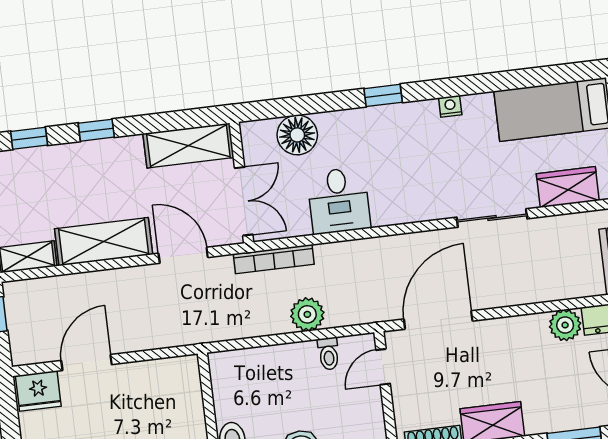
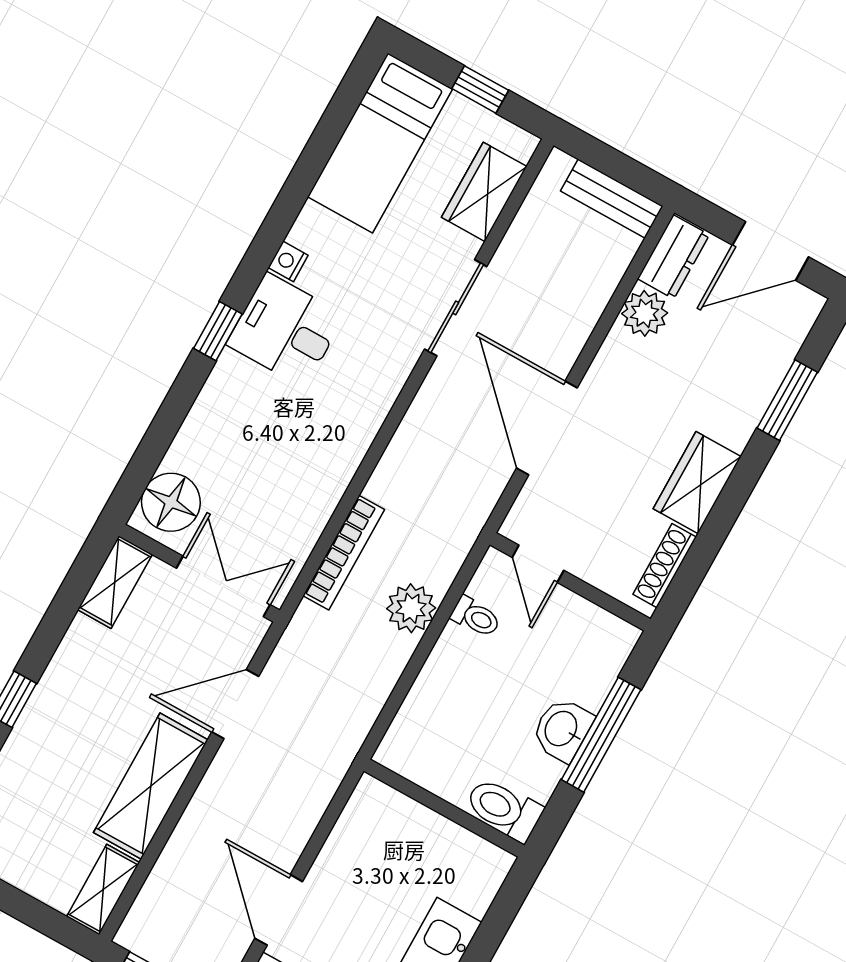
floor lamp: (297, 135) -> (171, 502), moved
shelving: (188, 146) -> (115, 582), width x0.67, depth x0.75
desk: (339, 201) -> (286, 330), moved, turned 180
bookcase: (274, 259) -> (344, 553), moved
door: (438, 320) -> (547, 428), moved

